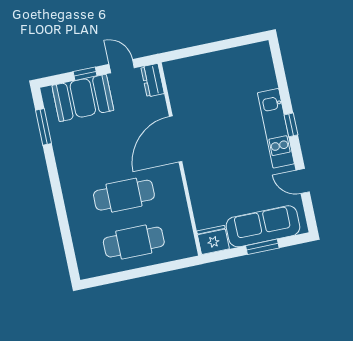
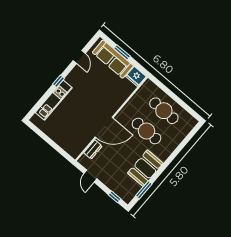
window: (85, 74) -> (115, 197), moved
dresser: (153, 80) -> (93, 149), moved
booth: (83, 98) -> (145, 168), moved, turned 90
kitchen unit: (276, 128) -> (54, 100), moved

